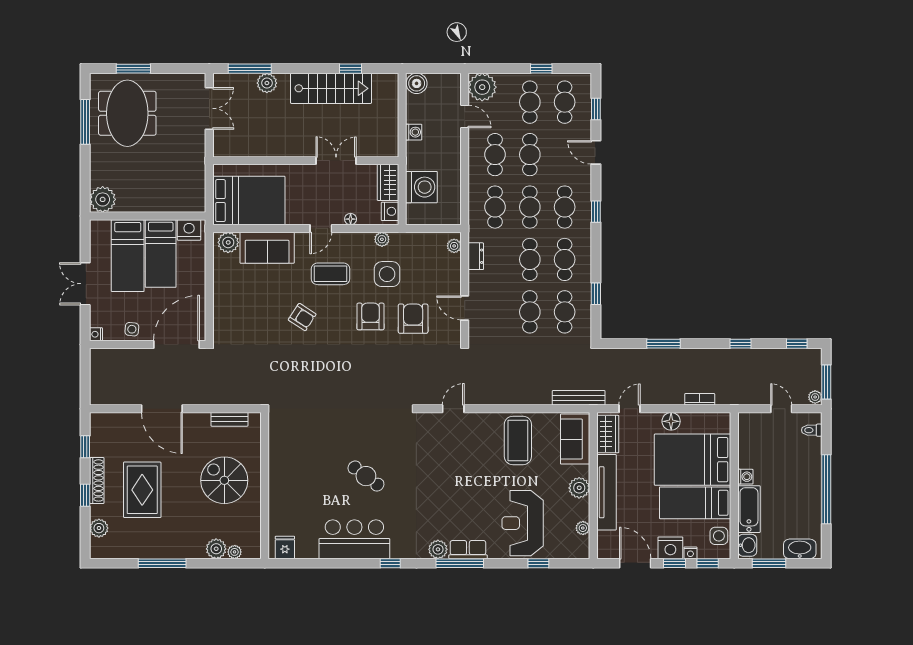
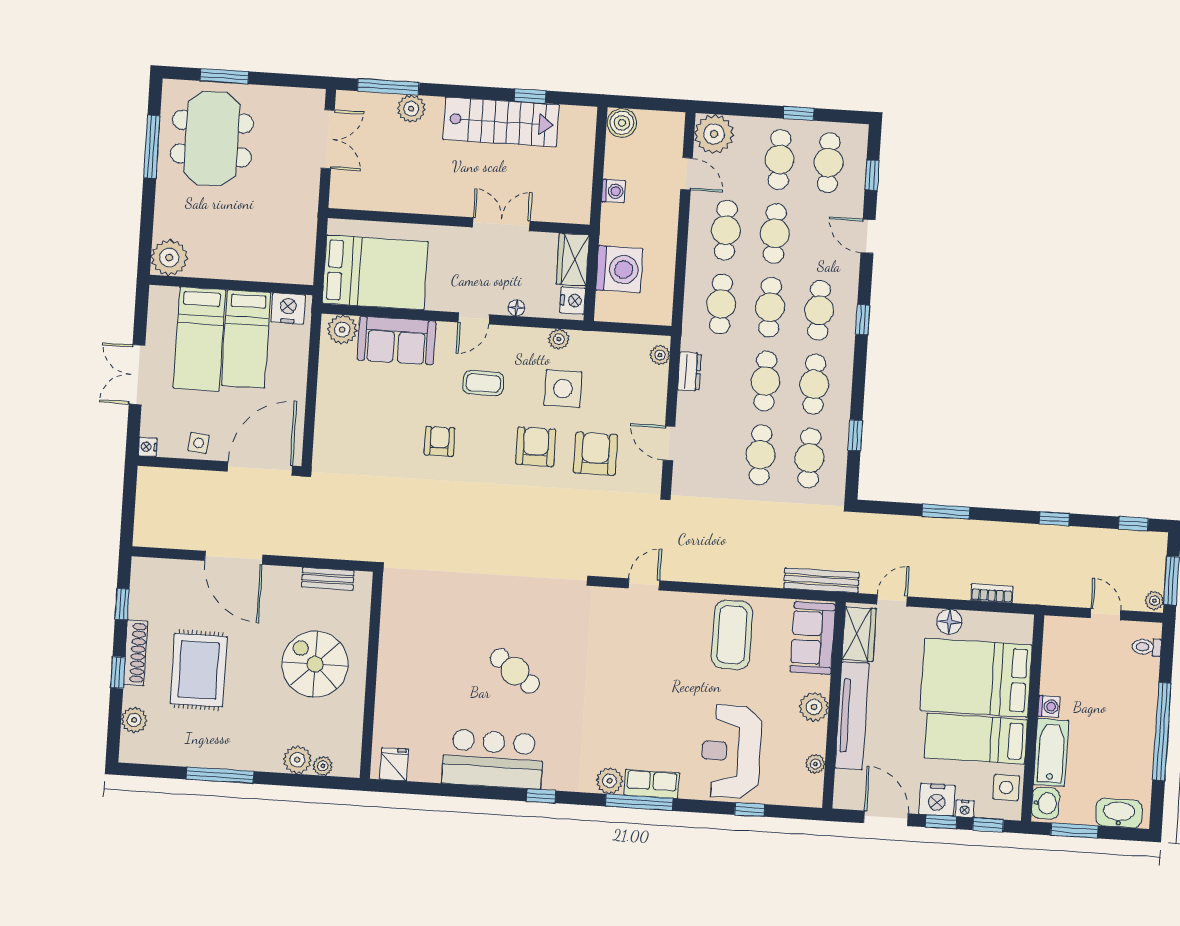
coffee table: (330, 274) -> (483, 383), width x0.73, depth x0.77
armchair: (302, 317) -> (439, 441), turned -123

